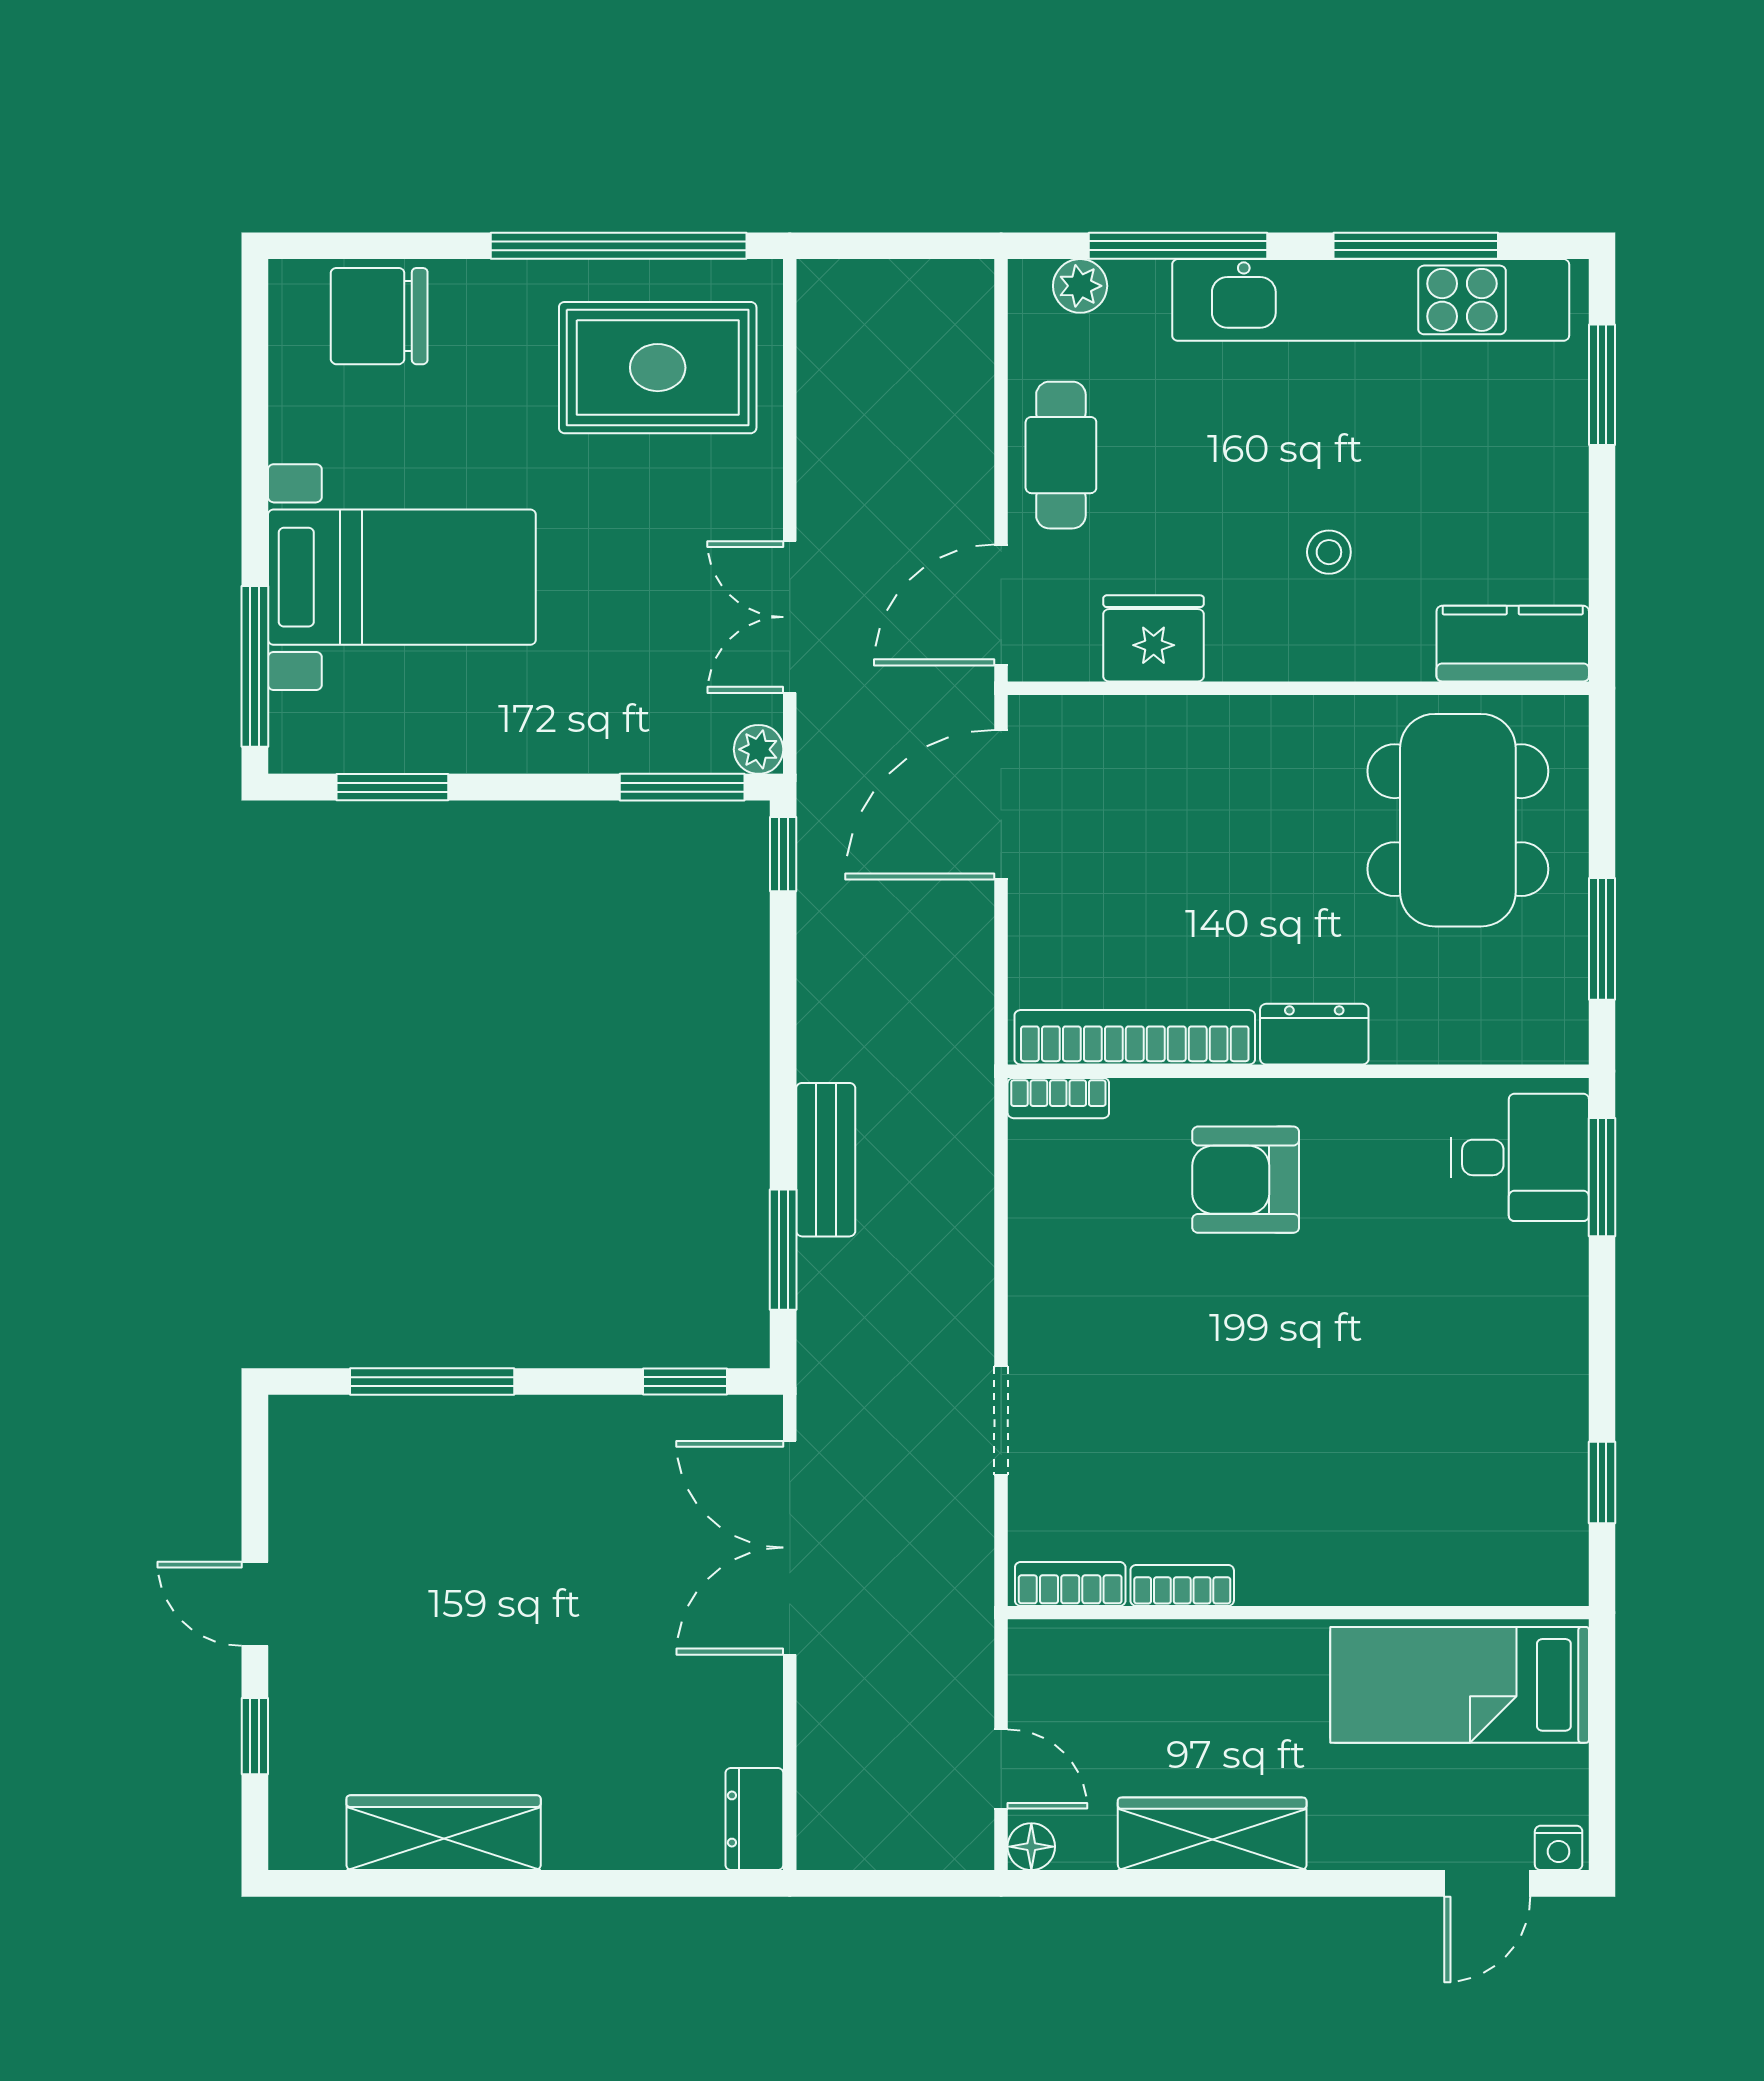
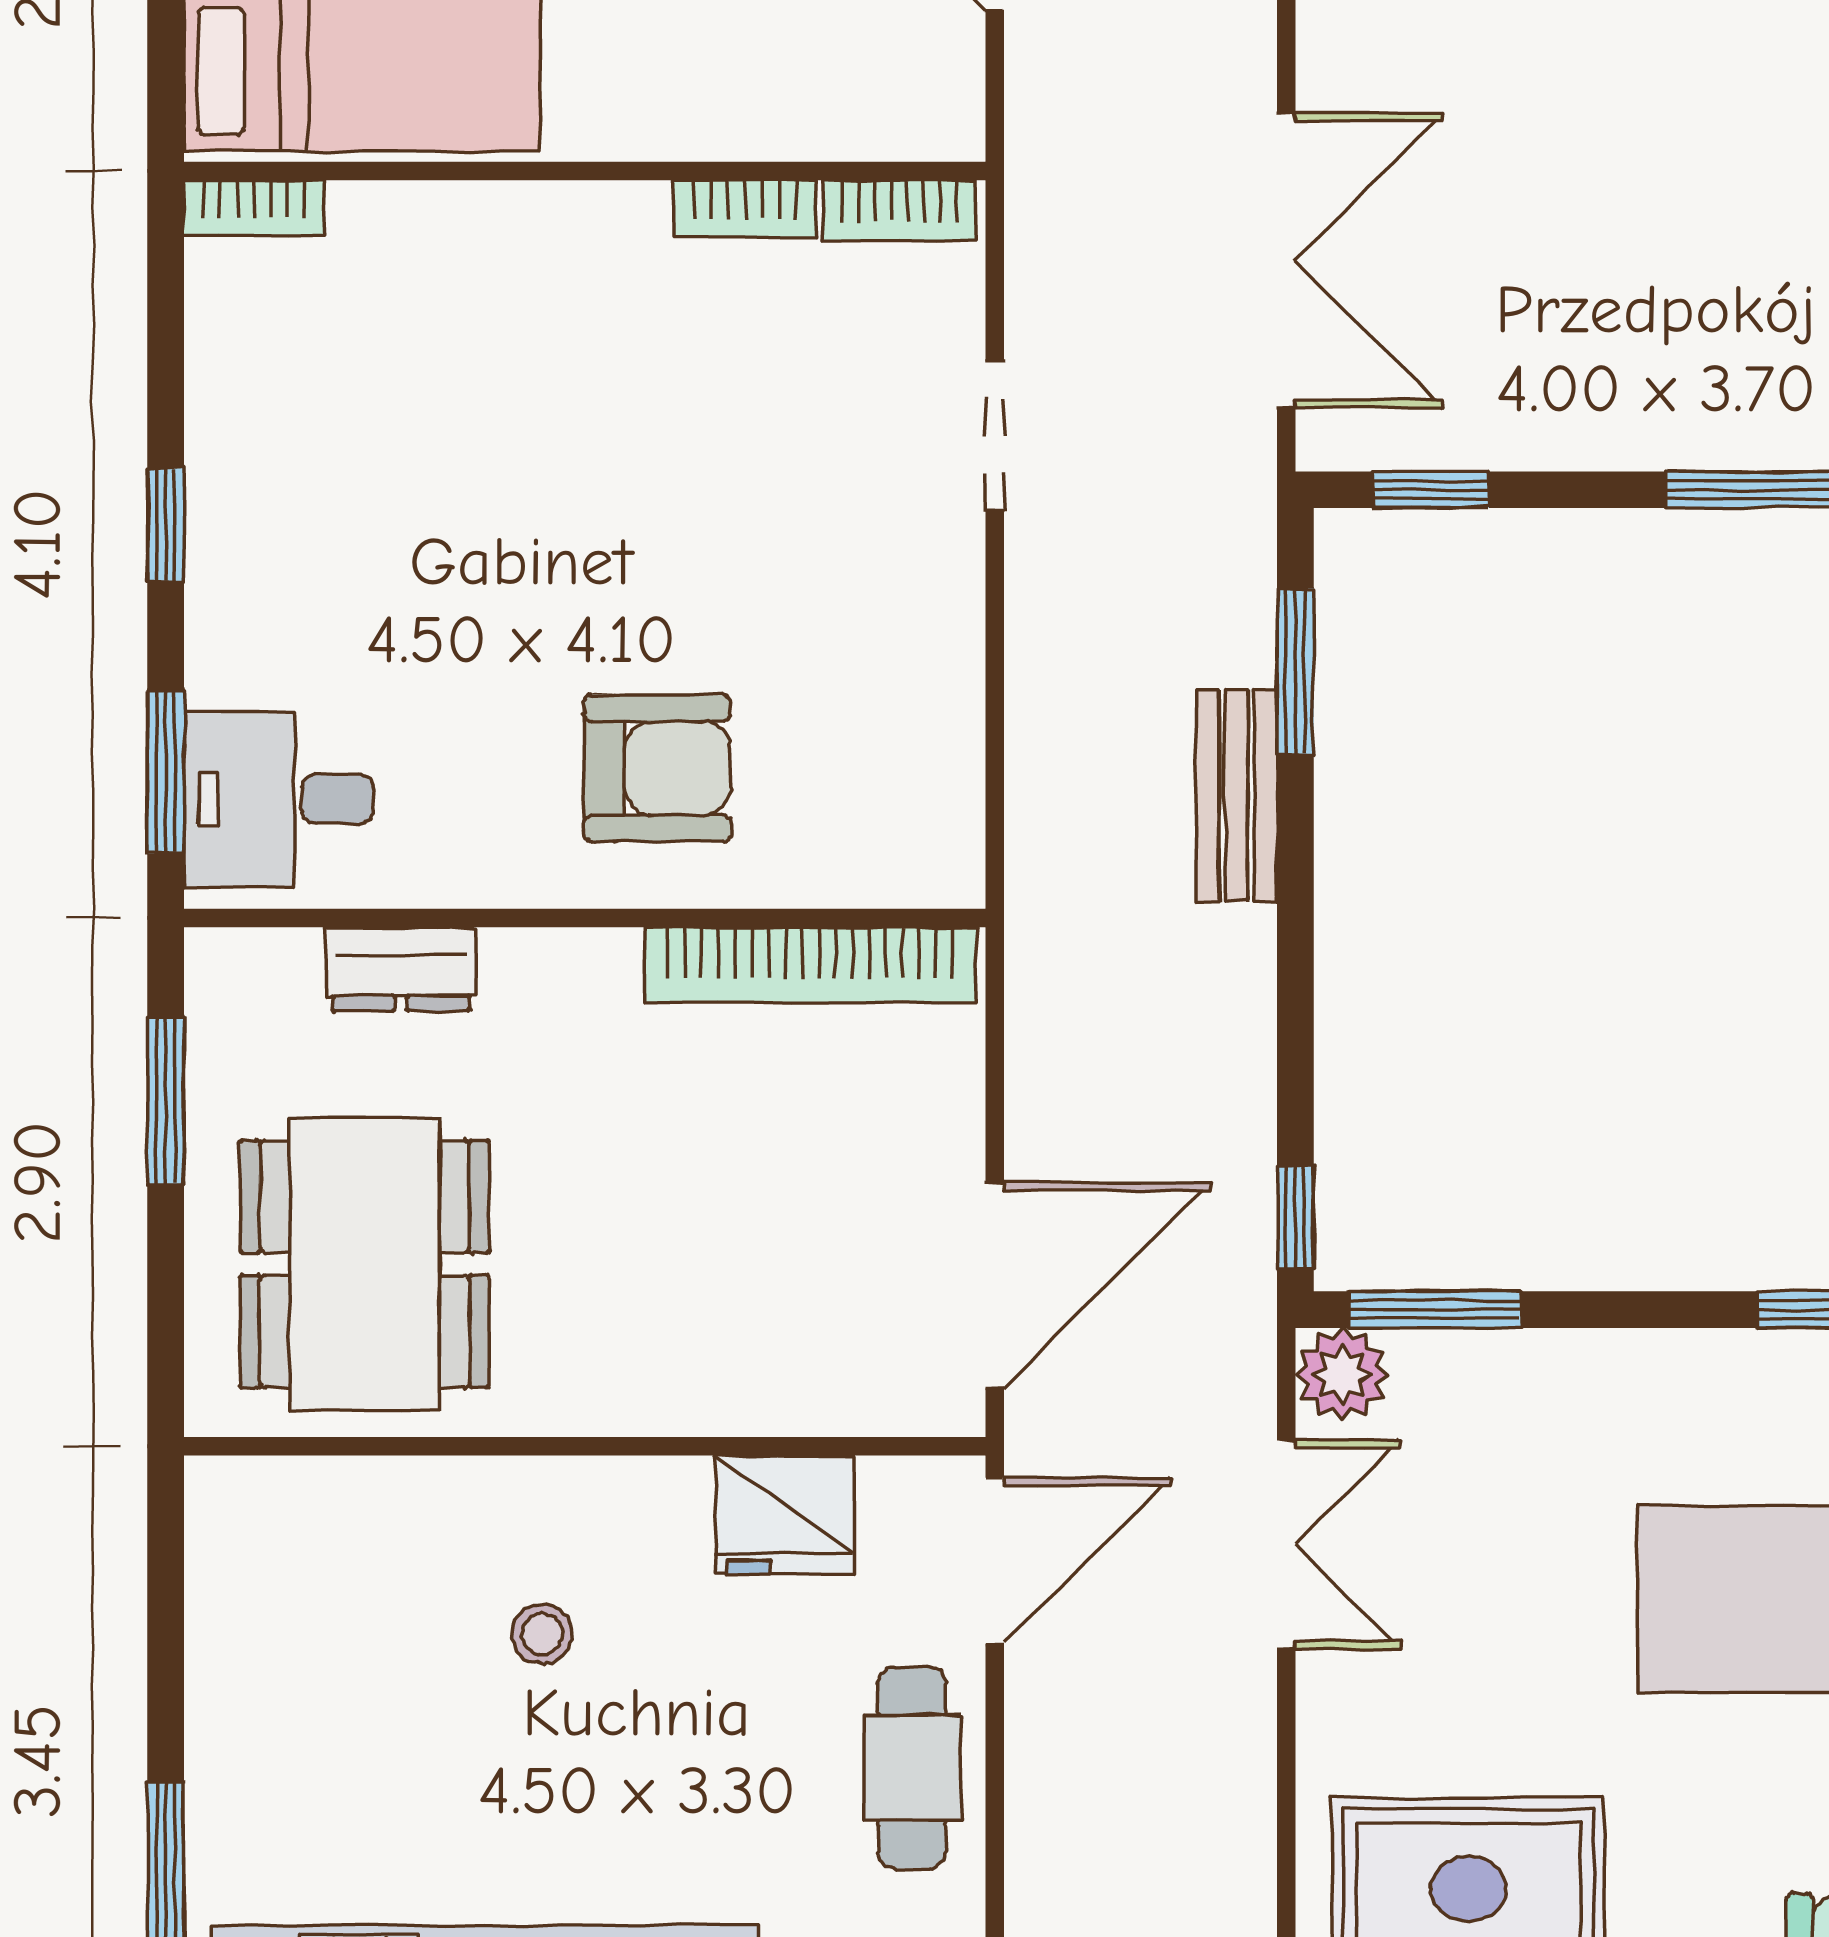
kitchen counter: (1513, 644) -> (289, 1508), removed
plant: (759, 749) -> (1342, 1375), width x1.38, depth x1.38
dresser: (1314, 1034) -> (401, 969), moved
bookcase: (1058, 1098) -> (254, 208), moved, turned 180
window: (1602, 1483) -> (166, 525), moved

